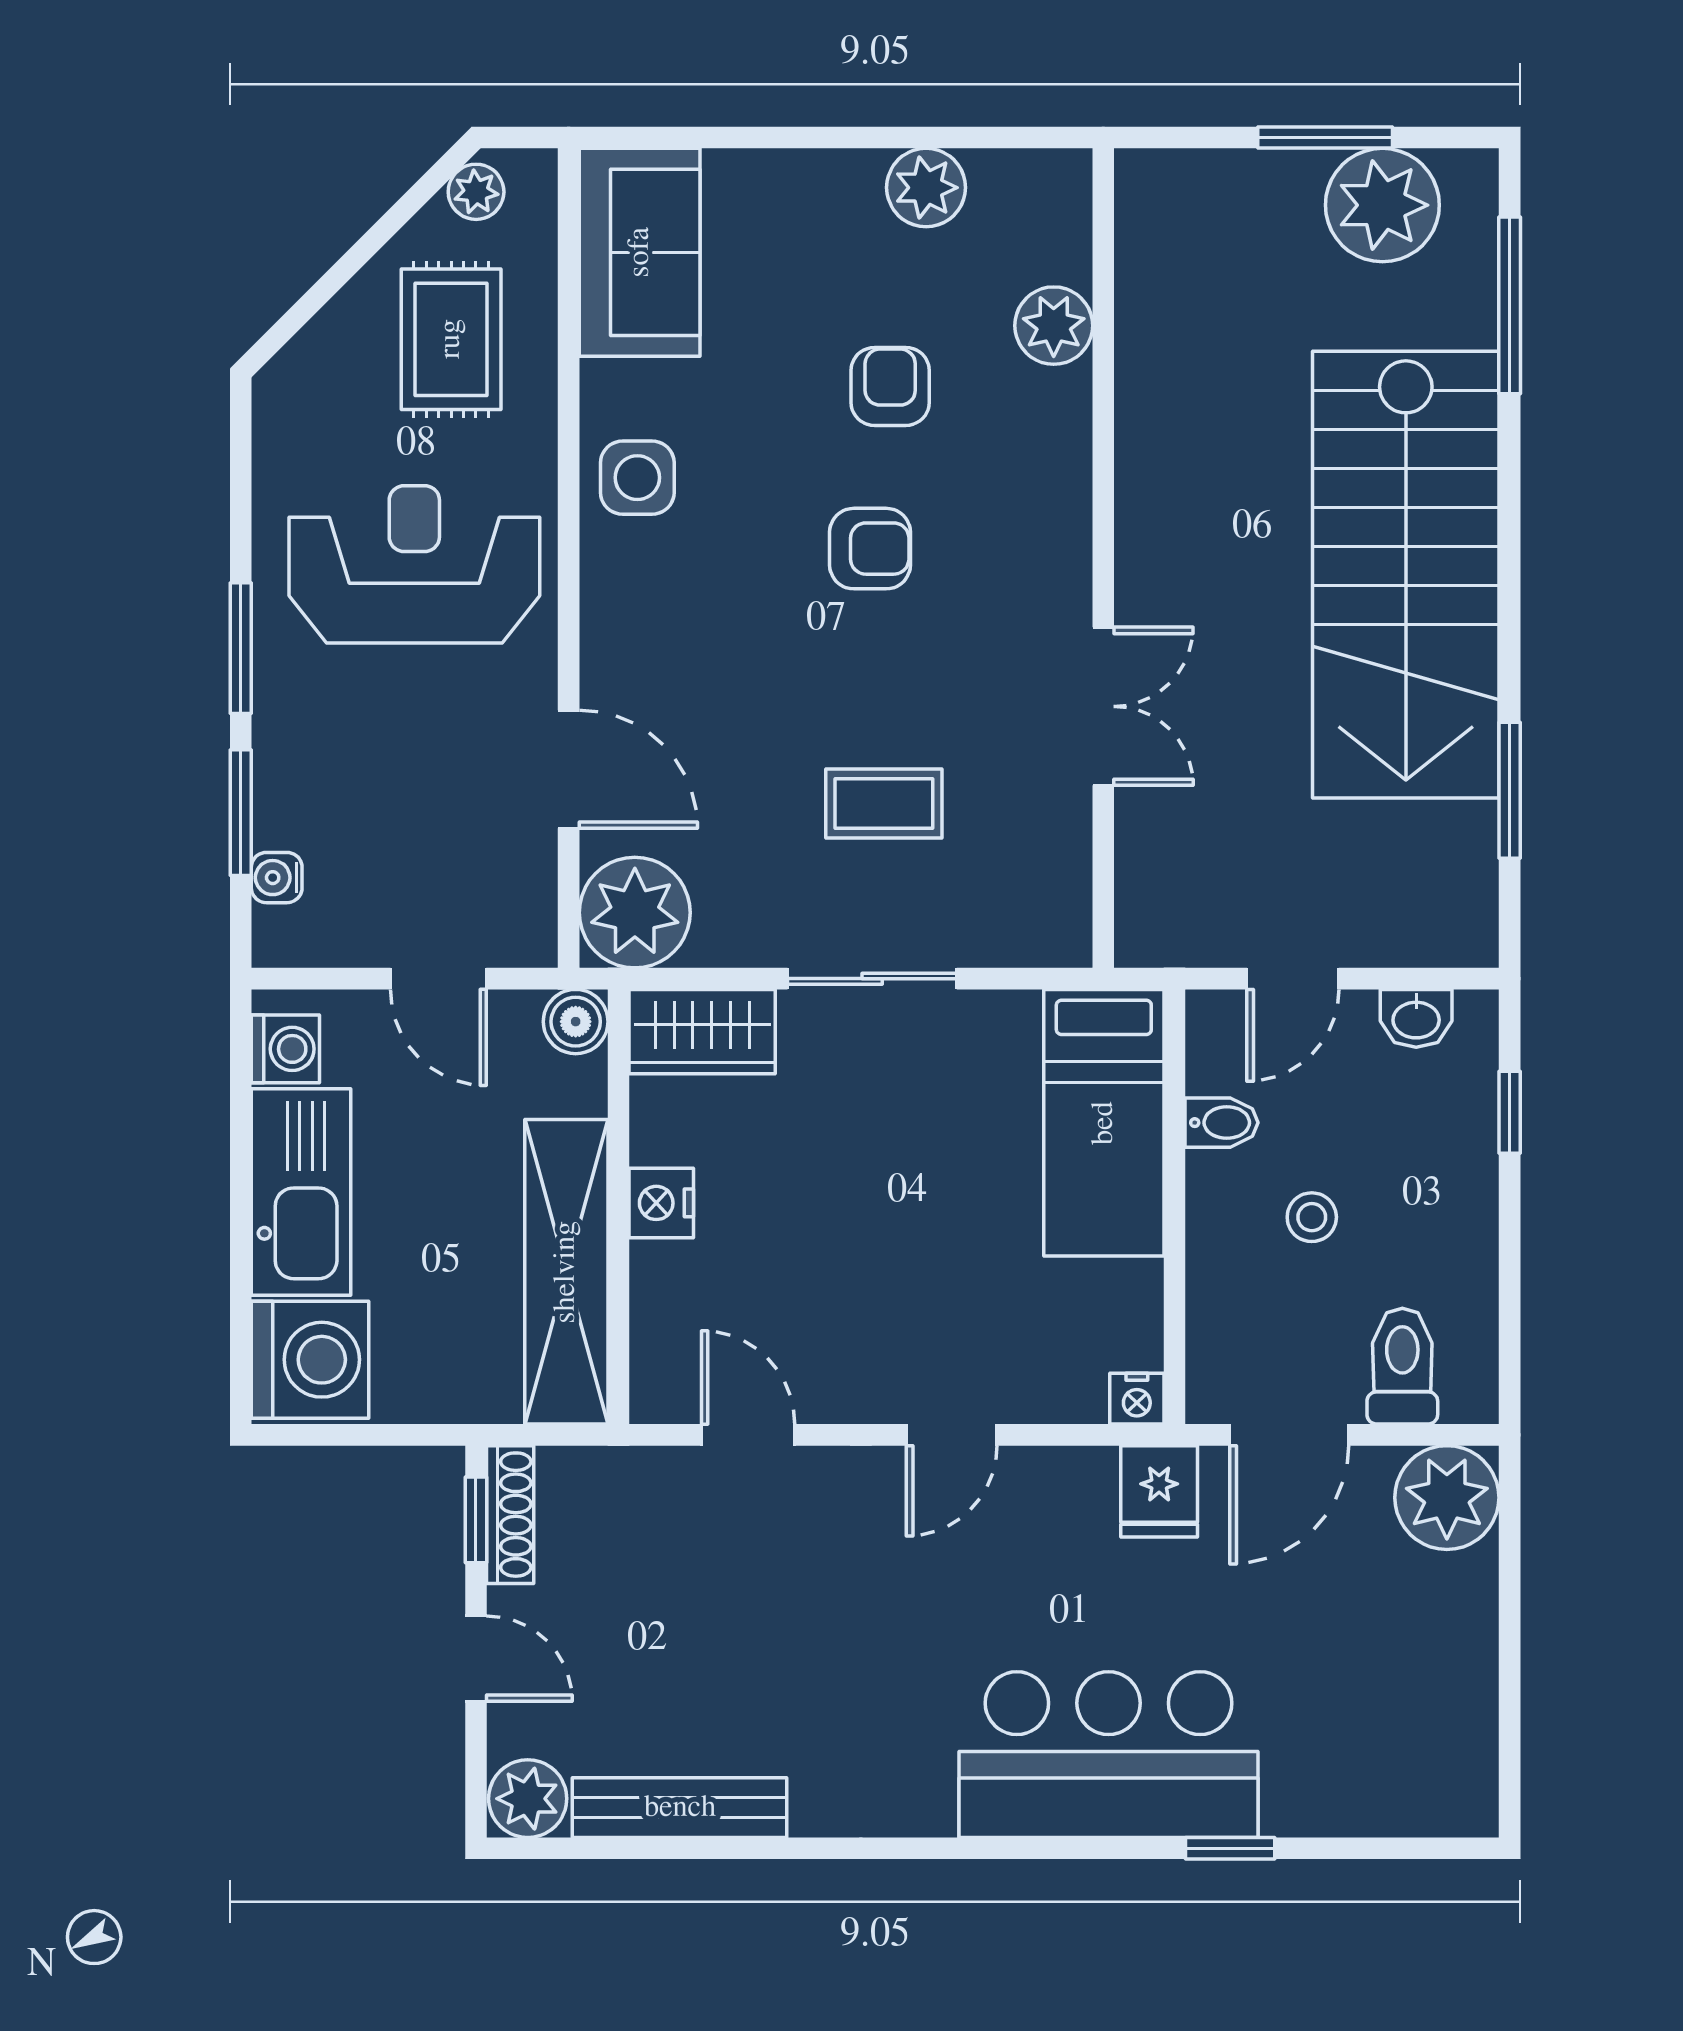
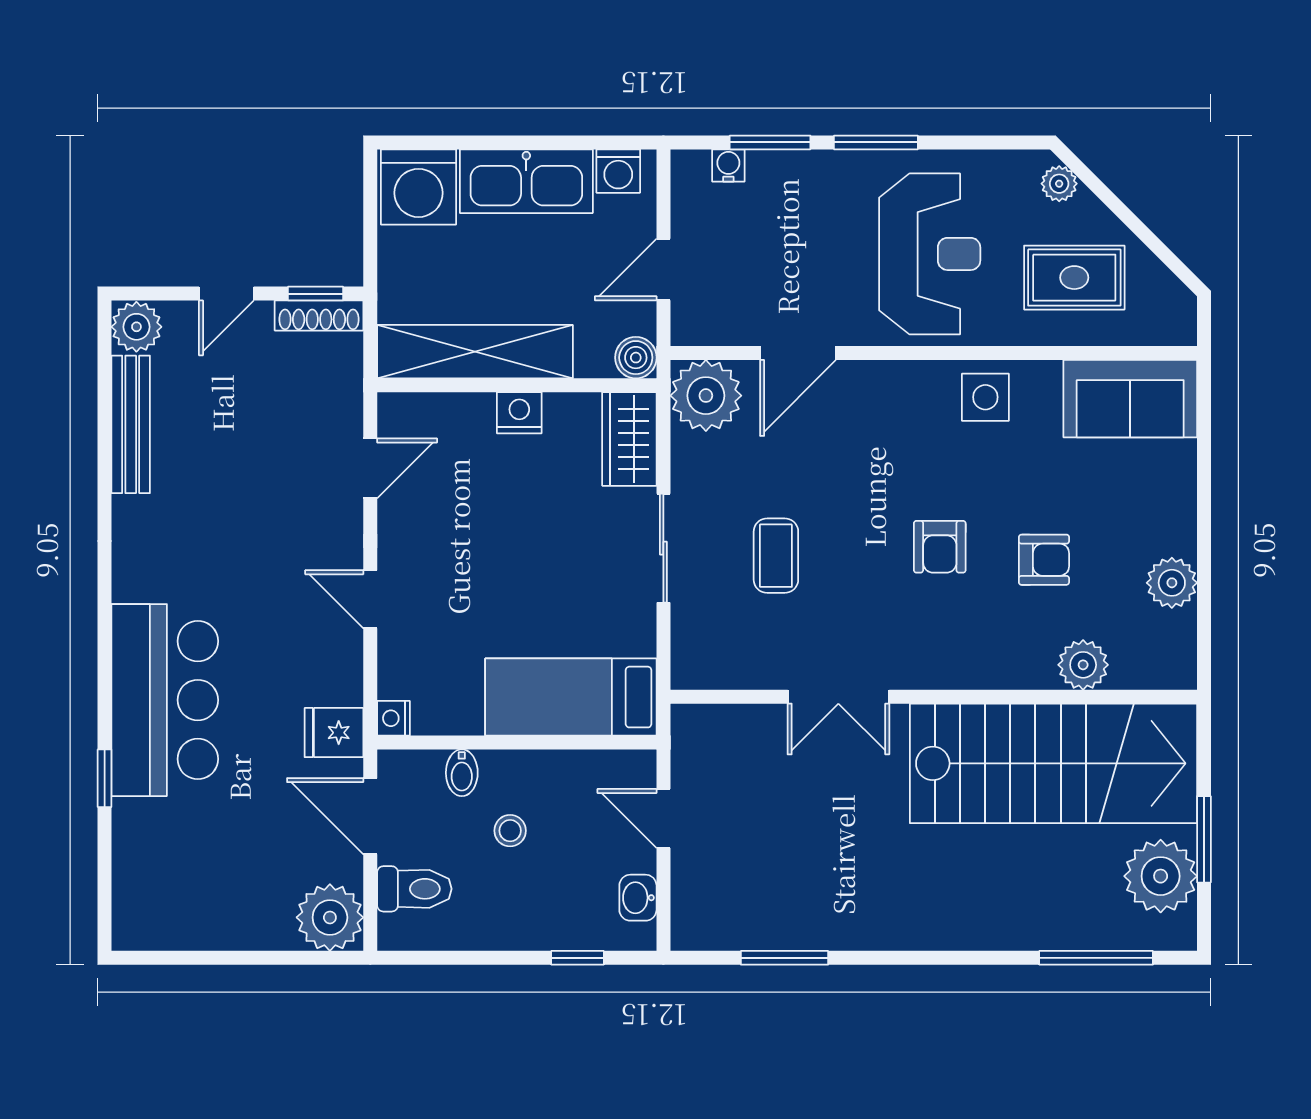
plant: (476, 192) -> (1059, 184), moved
stairs: (1406, 575) -> (1053, 763), moved, turned 180
bidet: (1222, 1123) -> (462, 773), moved

